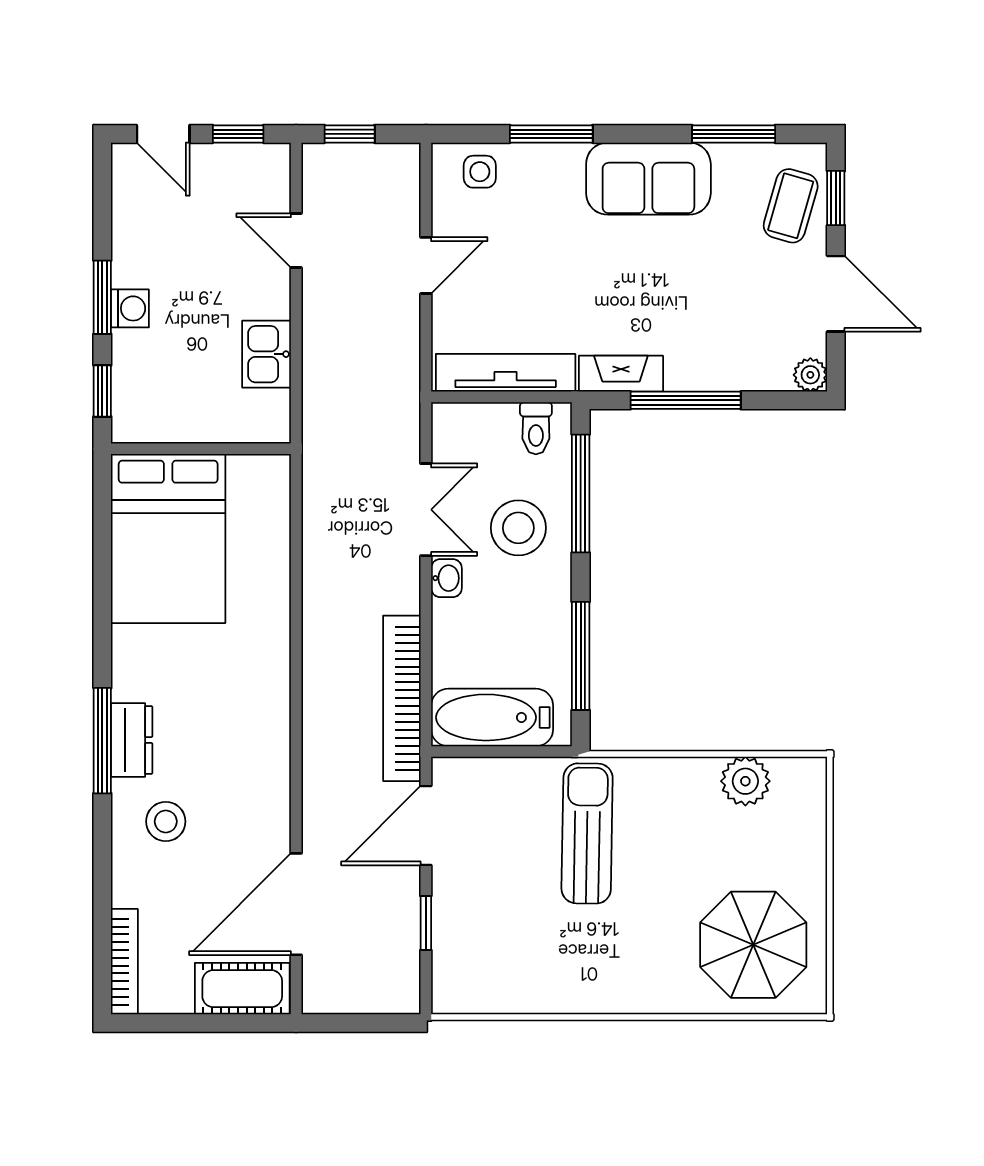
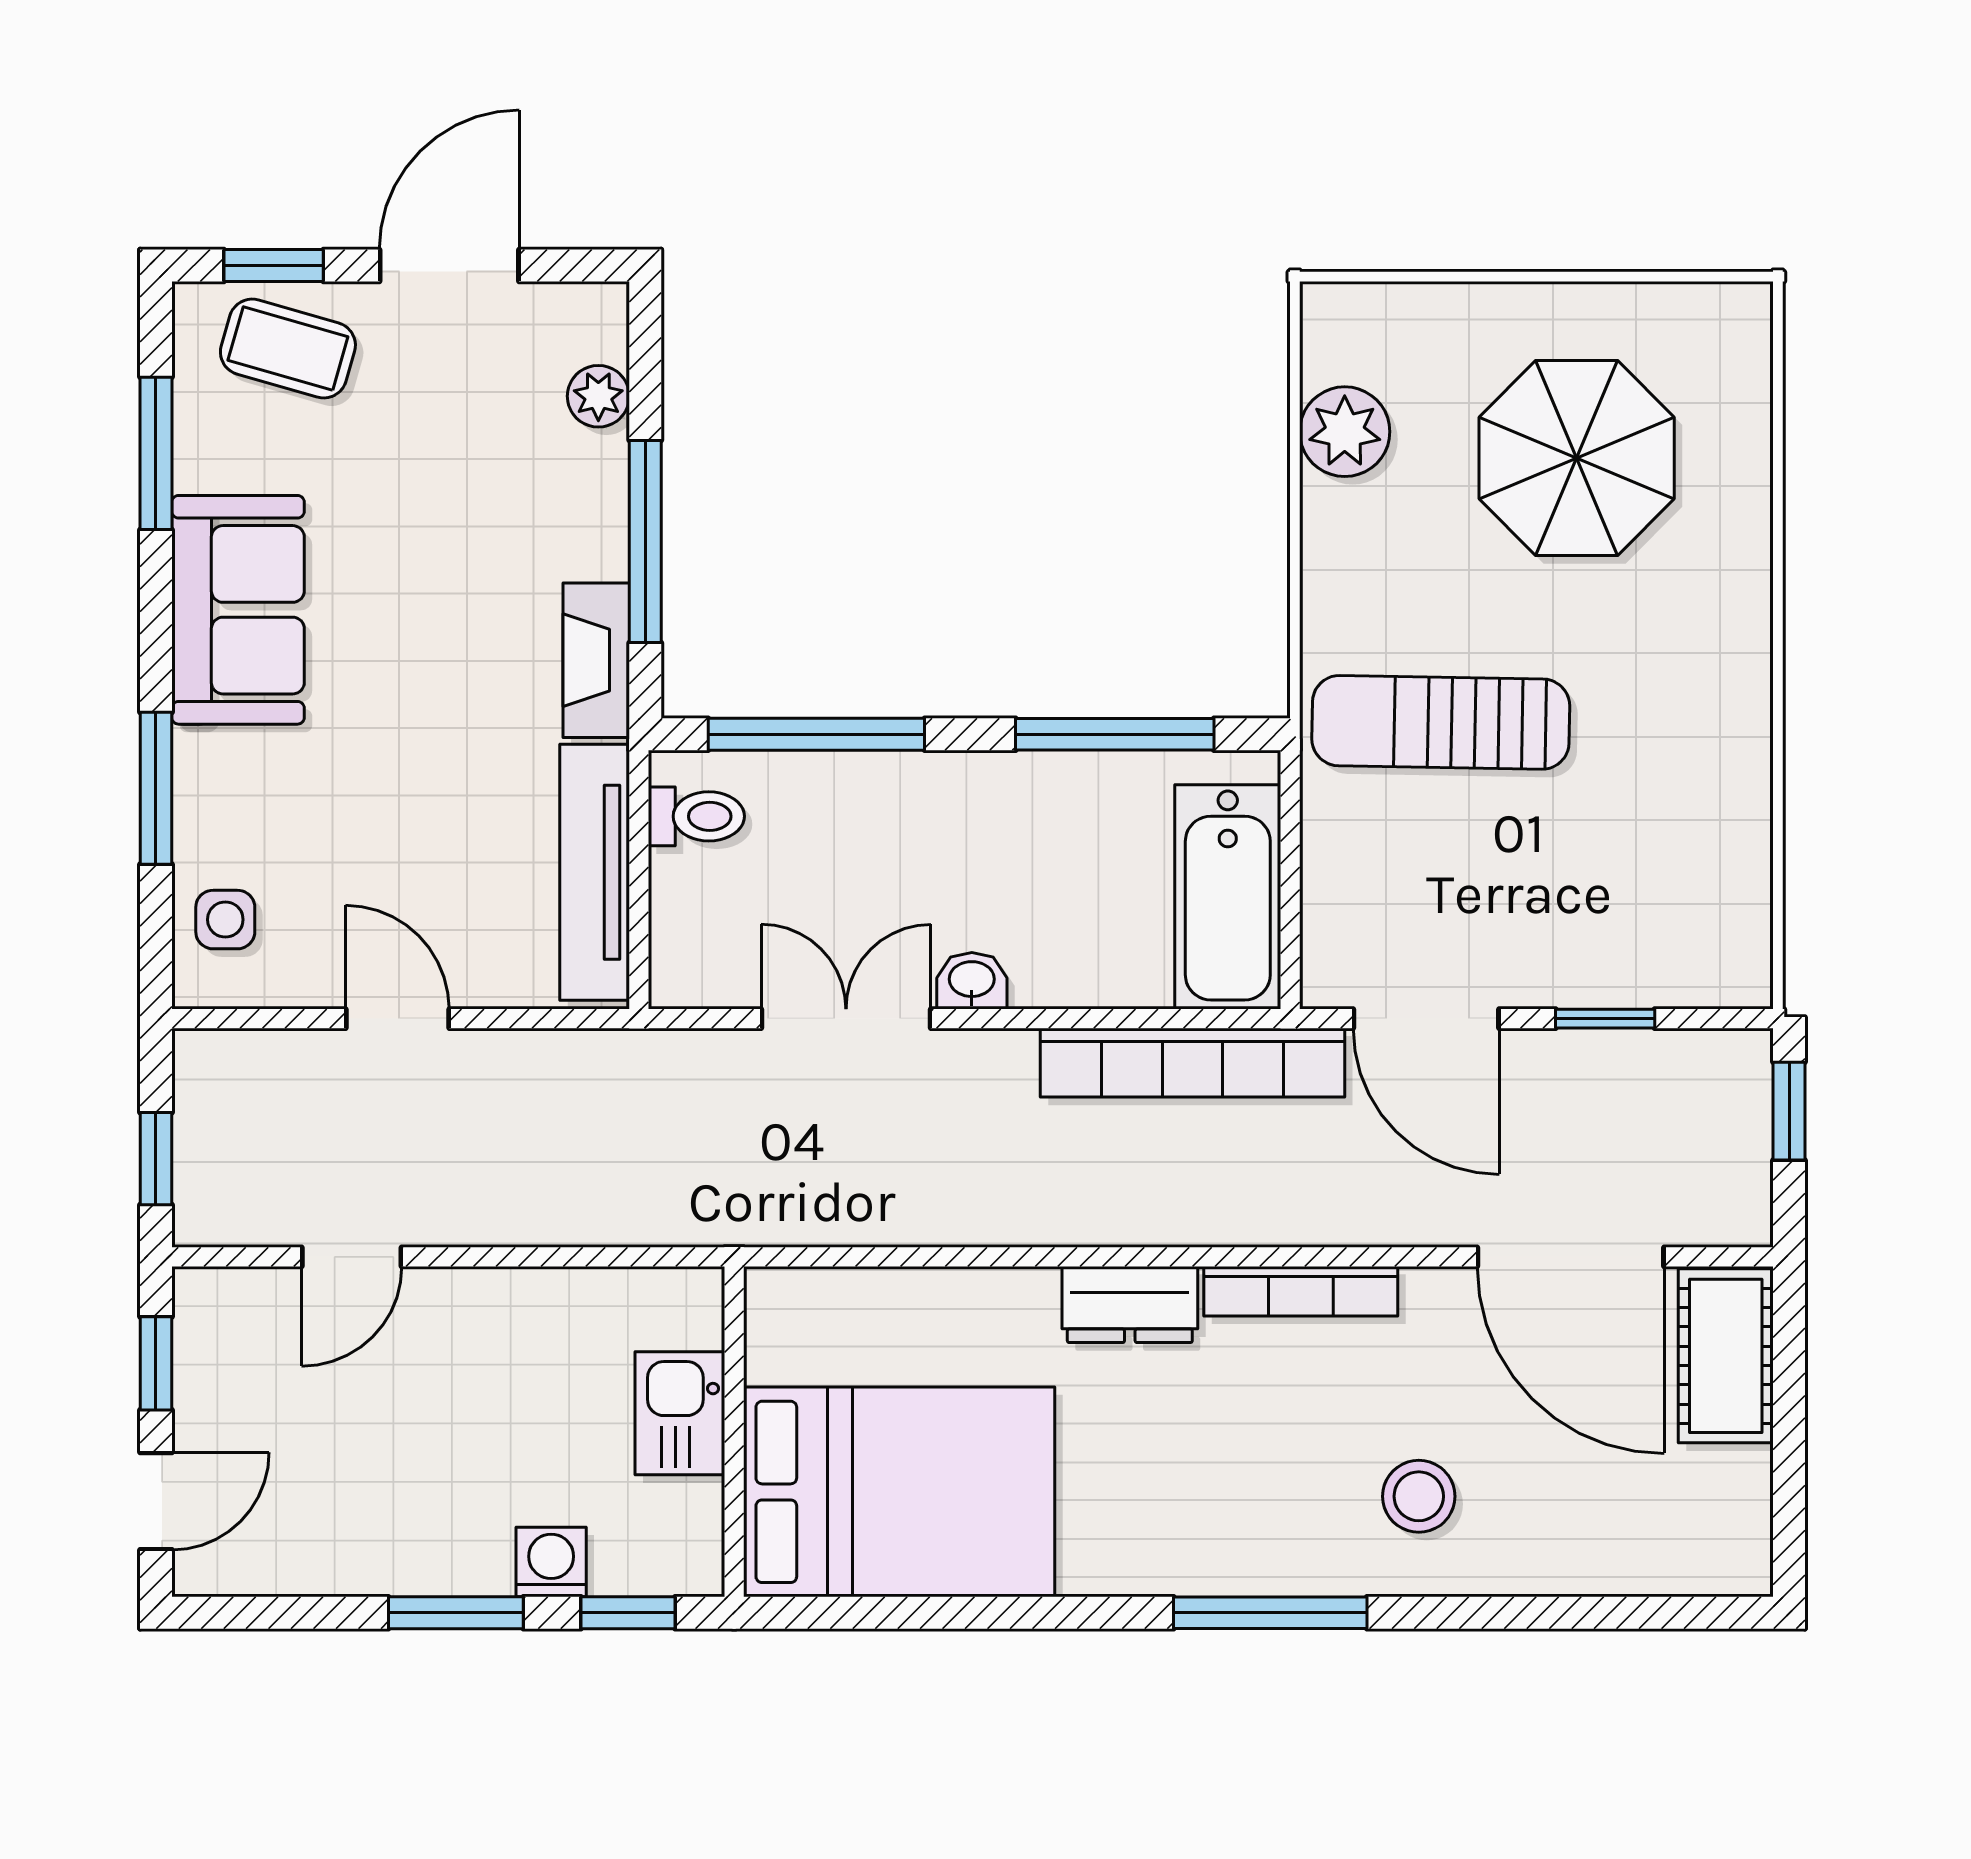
washing machine: (130, 308) -> (551, 1562), moved
kitchen sink: (267, 354) -> (680, 1413), moved, turned 90
plant: (810, 375) -> (598, 396), moved
stool: (518, 528) -> (879, 849), removed
dresser: (132, 740) -> (1130, 1305), moved, turned 180
parasol: (753, 945) -> (1577, 458), moved
bookcase: (124, 962) -> (1301, 1291), moved, turned 180
window: (375, 1023) -> (1789, 1111), added

